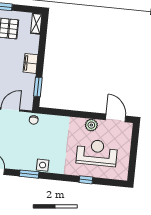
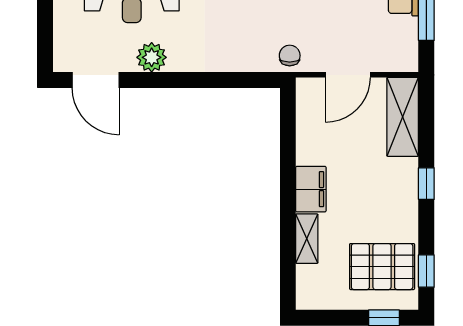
shelving: (36, 24) -> (307, 239), moved
window: (38, 87) -> (288, 135), removed

